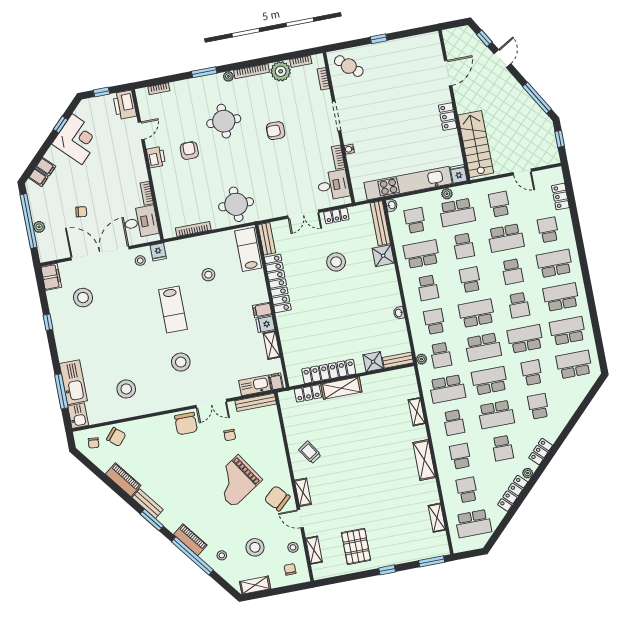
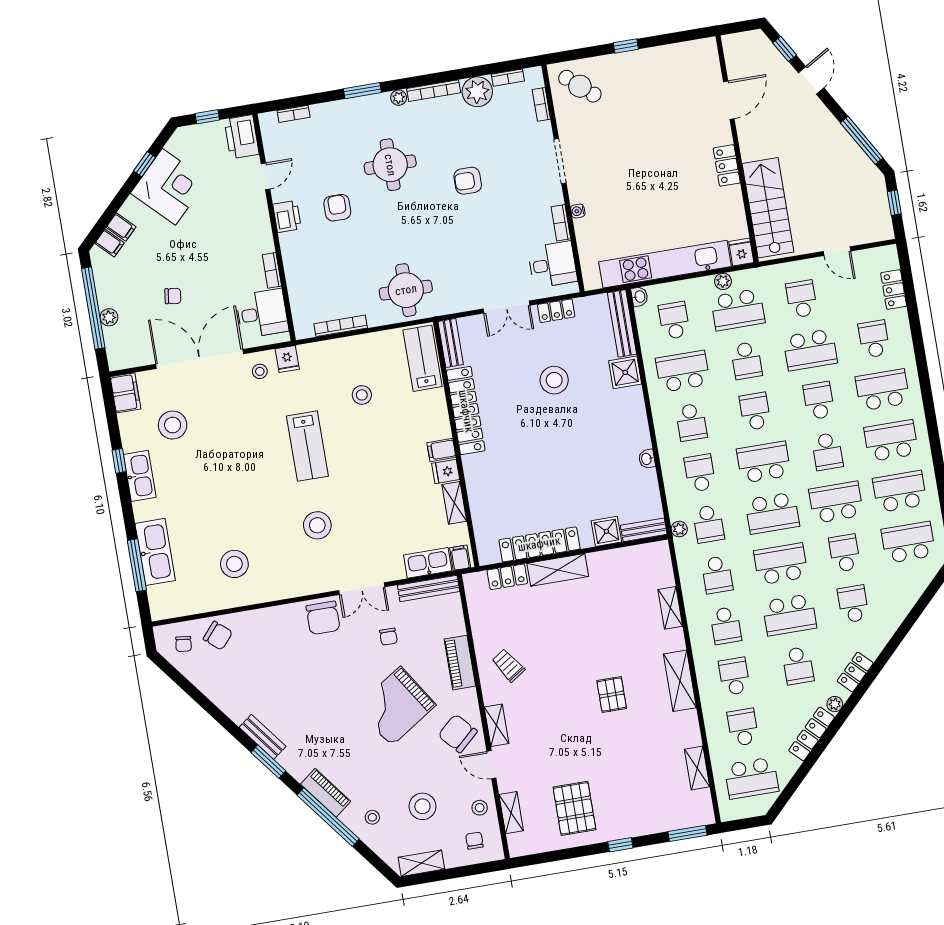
school desk: (512, 272) -> (819, 401), turned 180
school desk: (447, 389) -> (717, 575), width x0.54
kitchen sink: (78, 416) -> (140, 476), moved, width x1.38
pallet: (379, 470) -> (612, 695), added
piano: (123, 480) -> (460, 663), moved, turned -142

